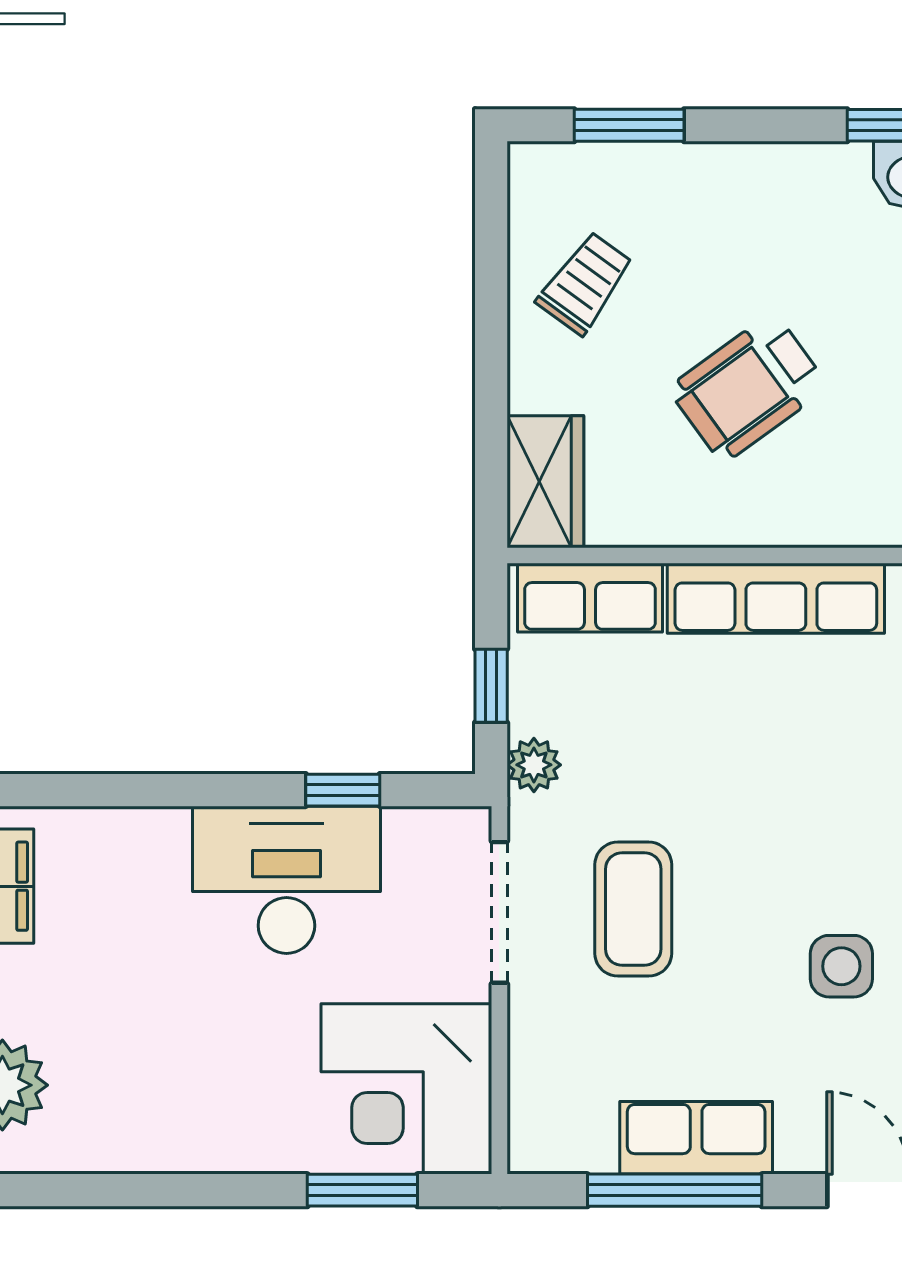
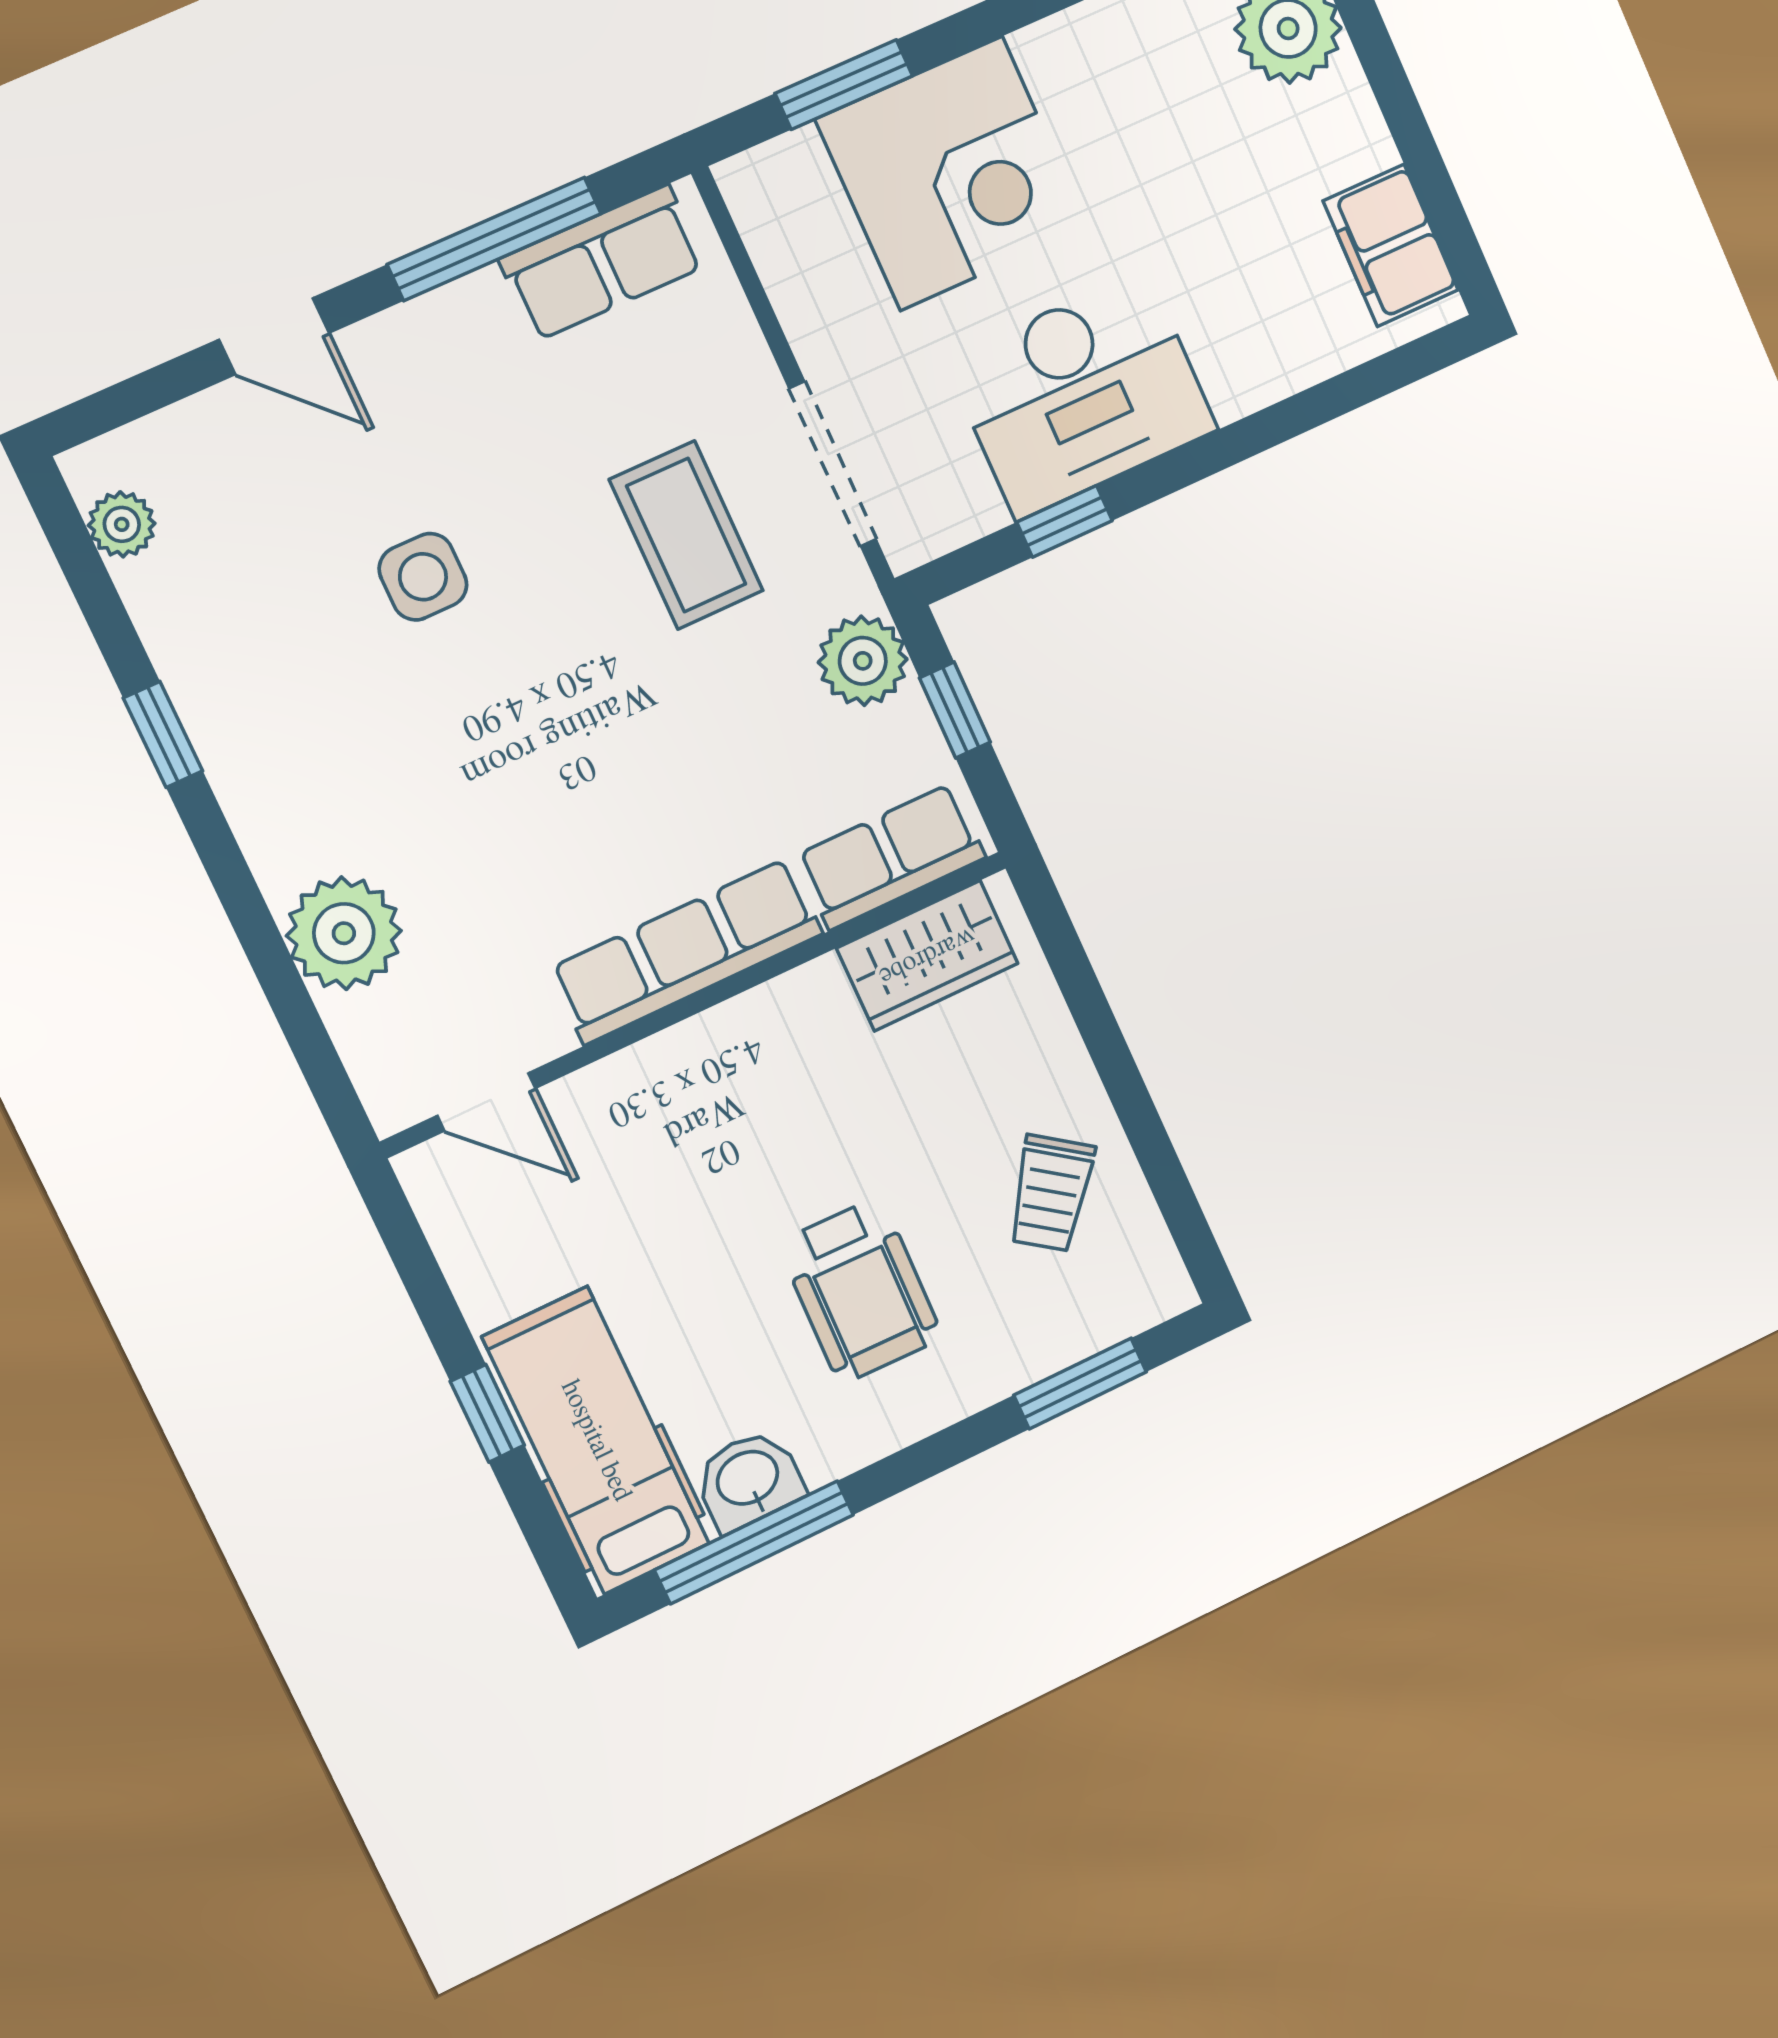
wheelchair: (748, 388) -> (860, 1290), moved, turned 127
wardrobe: (545, 482) -> (927, 956), moved, turned -90
plant: (534, 765) -> (863, 661), width x1.38, depth x1.38
corner desk: (406, 1089) -> (951, 174), moved, turned 90
row of seats: (696, 1138) -> (602, 263), moved

